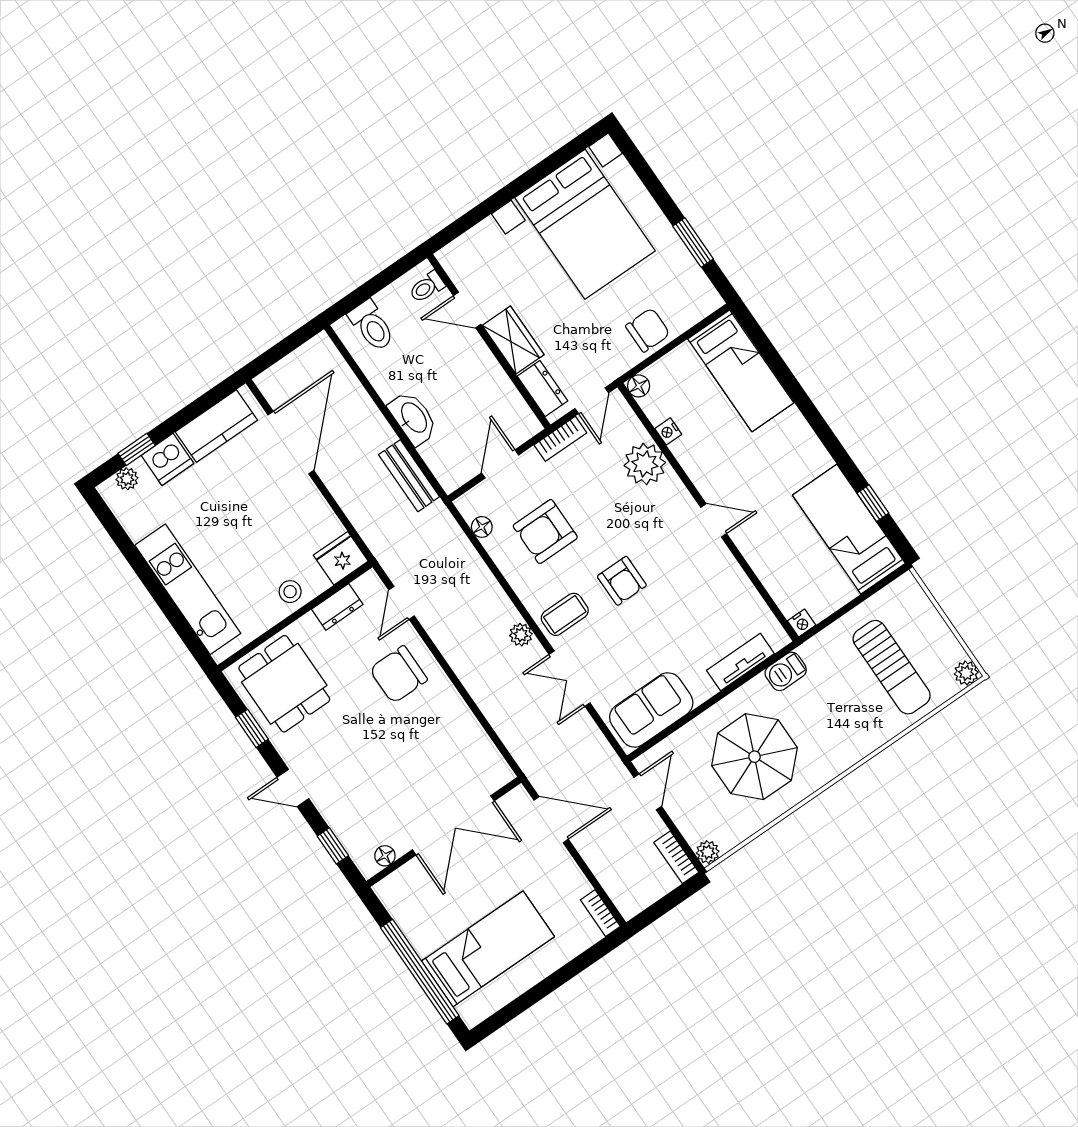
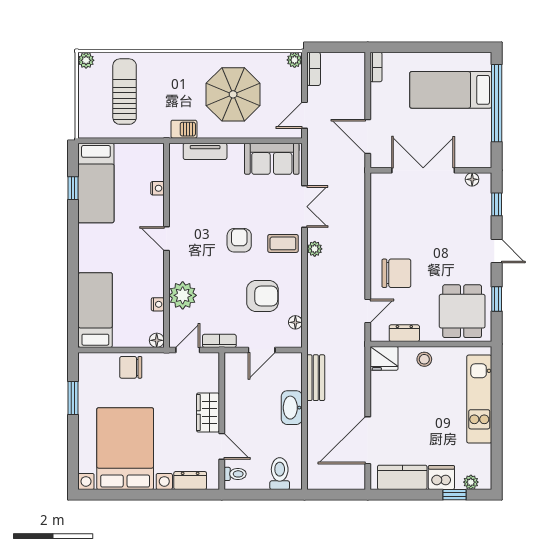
dresser: (542, 389) -> (190, 481), moved, turned 90
nightstand: (802, 623) -> (157, 188), moved, turned 90

